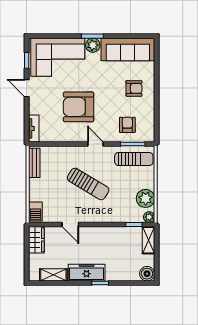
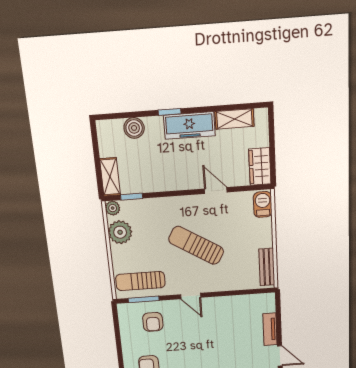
armchair: (79, 107) -> (215, 339), removed
tv unit: (34, 128) -> (270, 329), moved
boiler: (147, 274) -> (134, 128), moved

